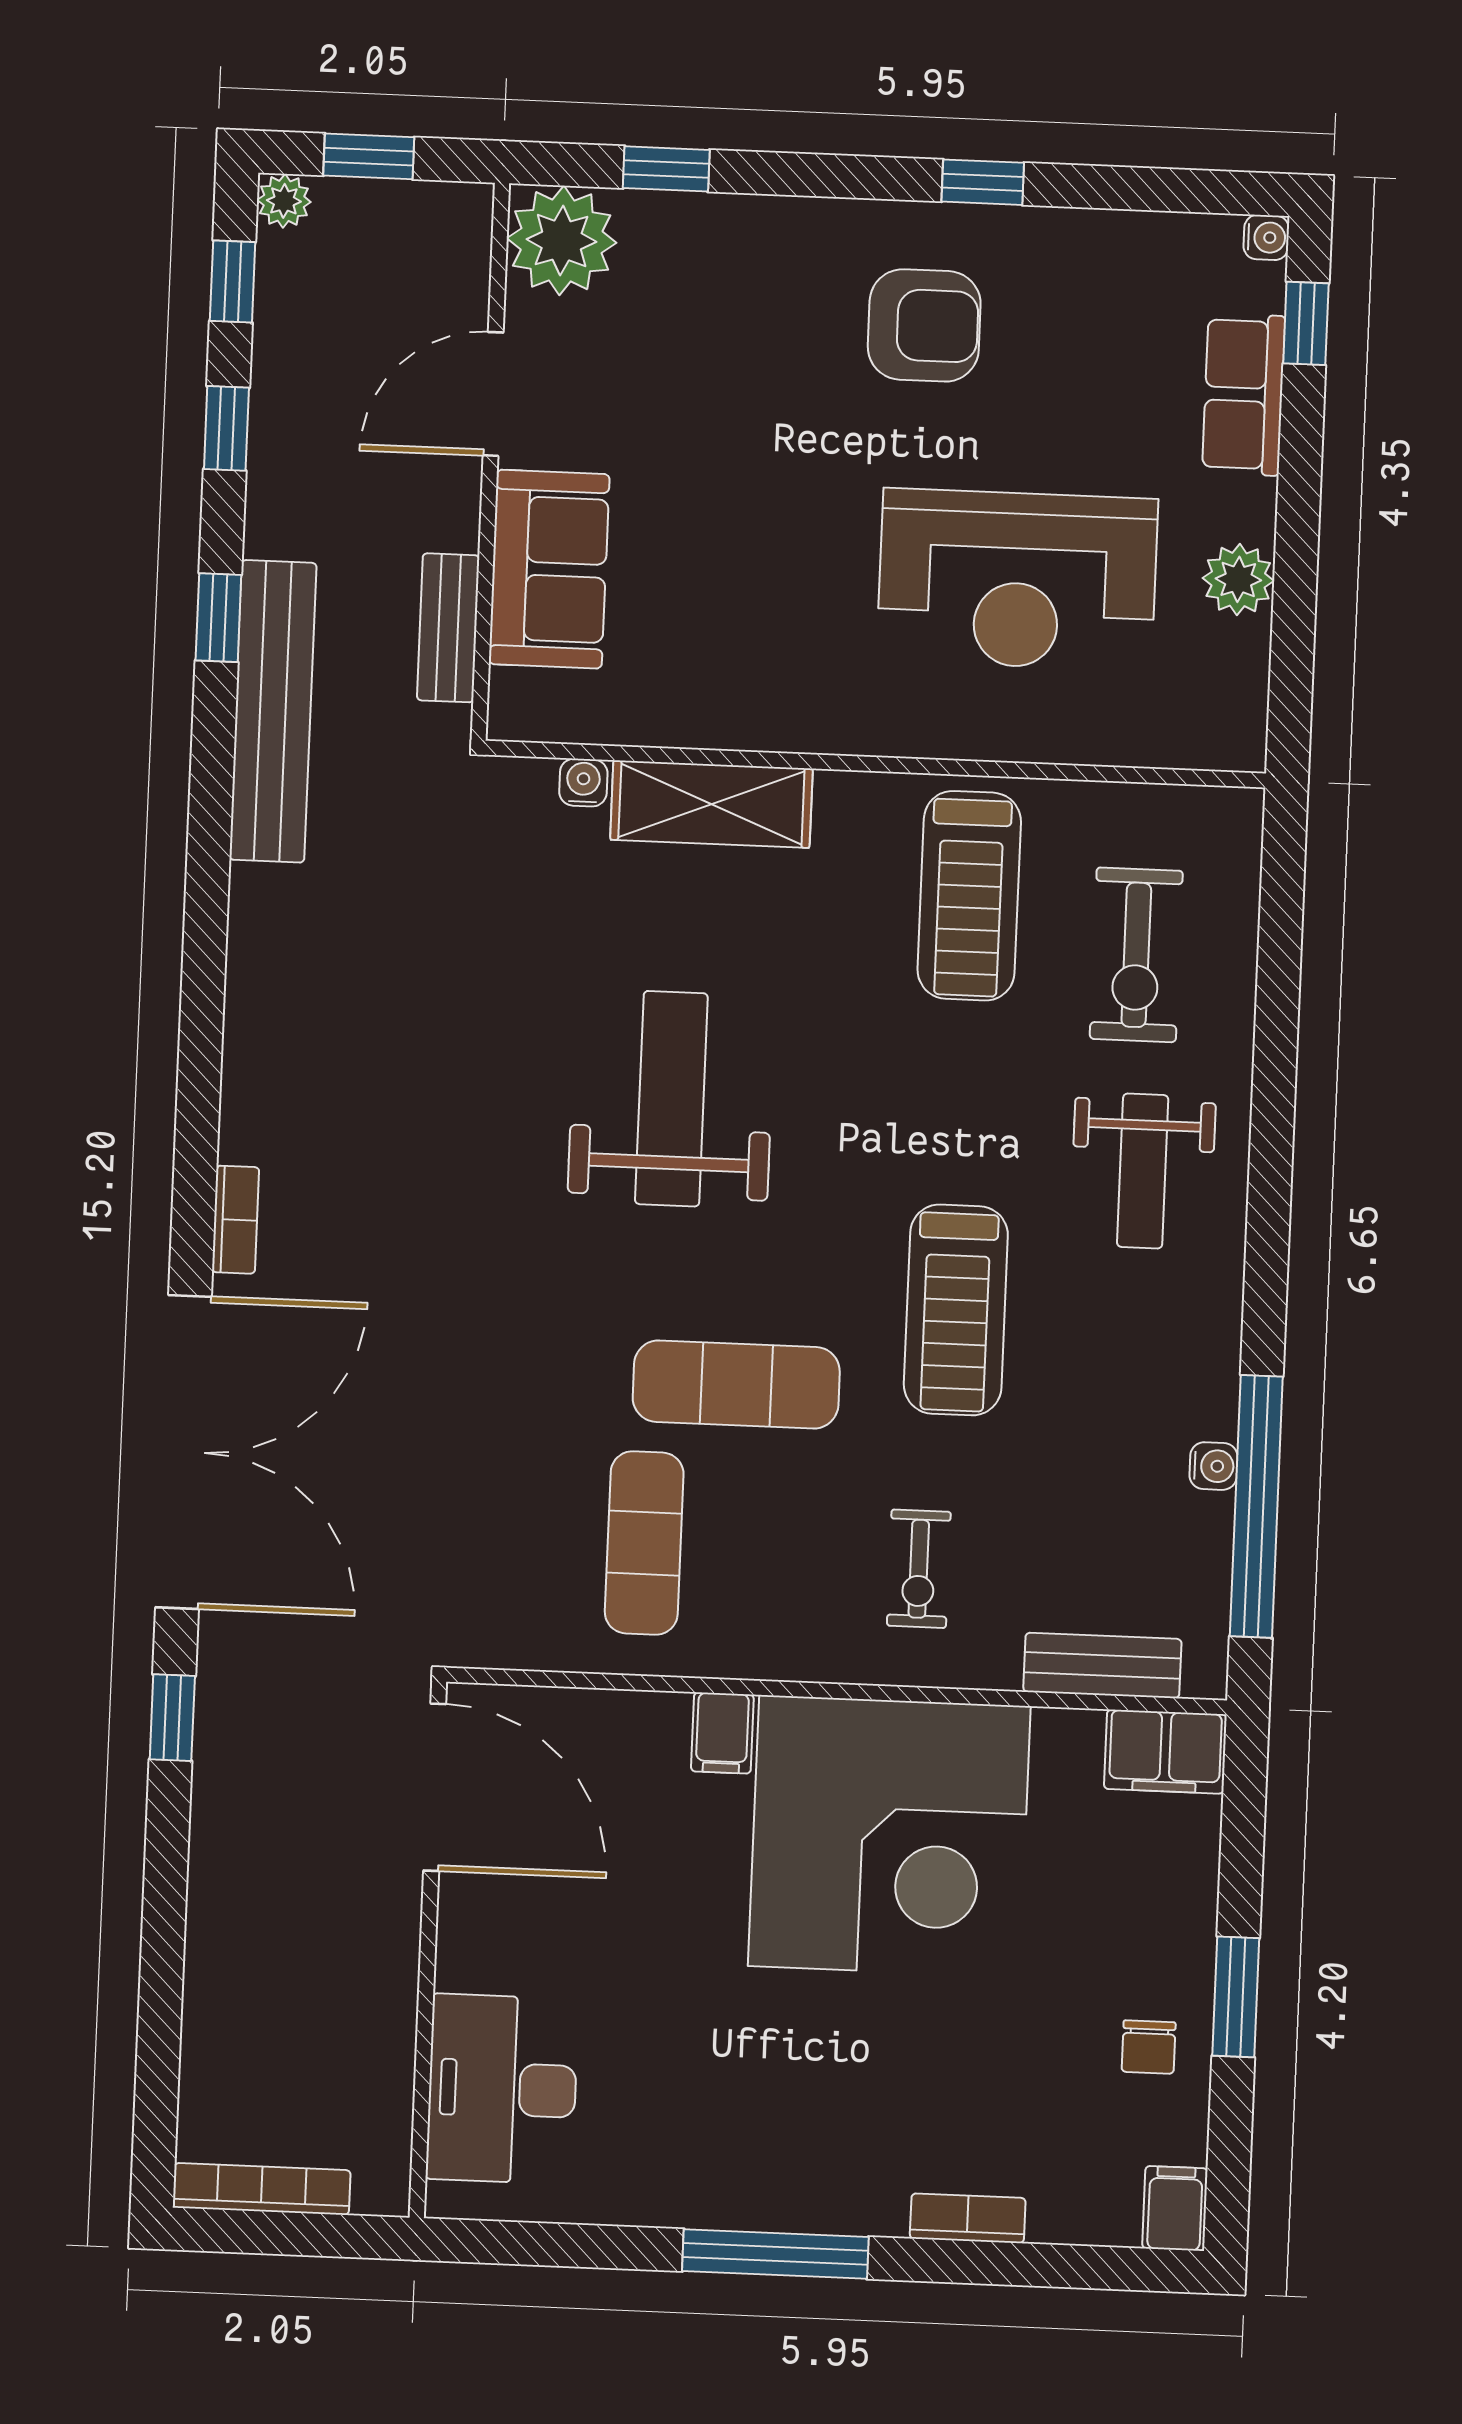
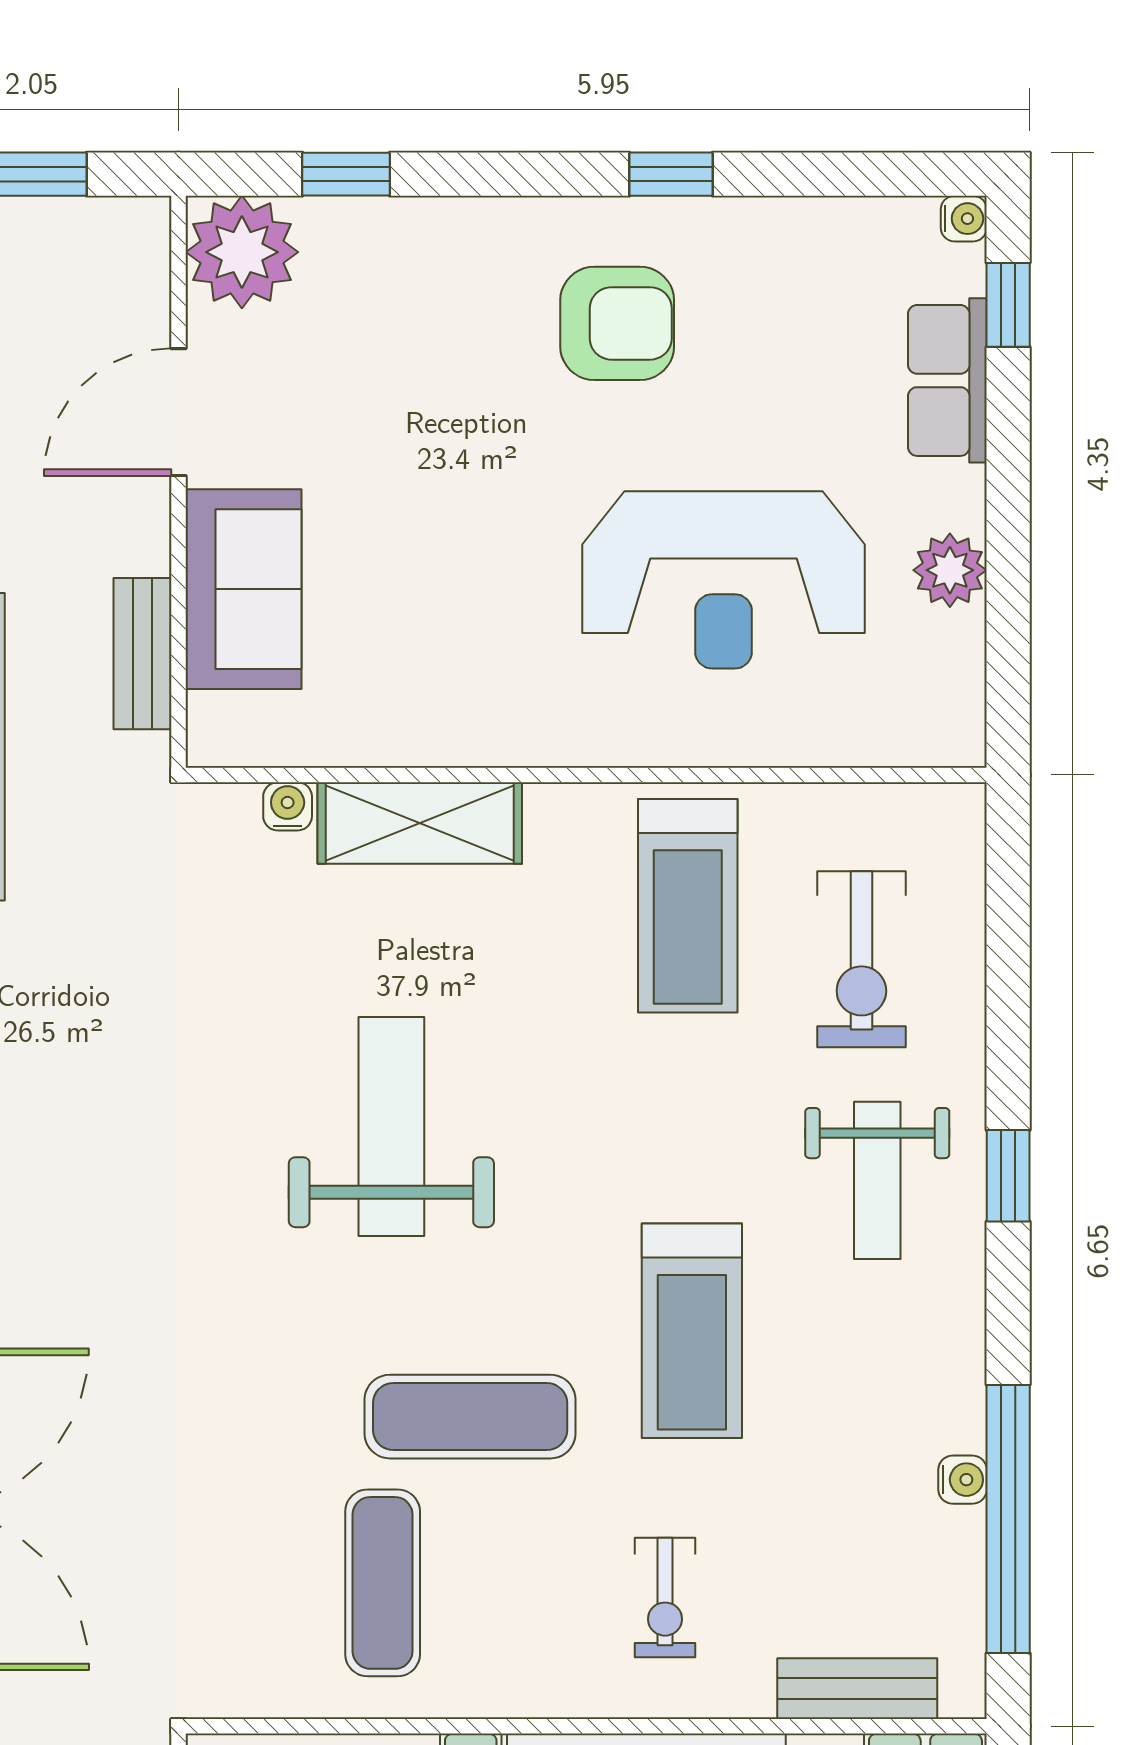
window: (1270, 1172) -> (1008, 1176), added

